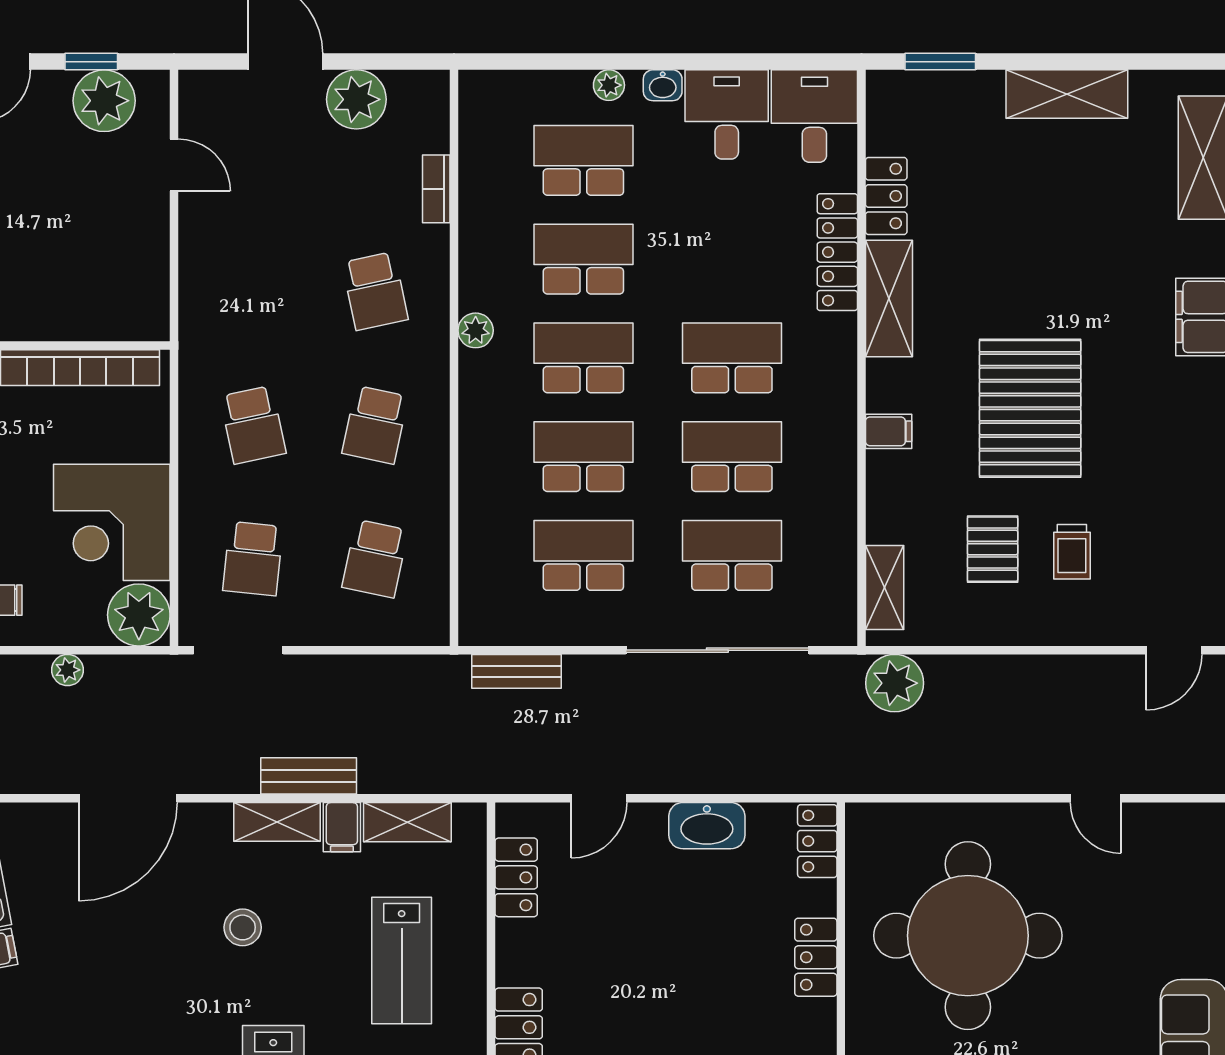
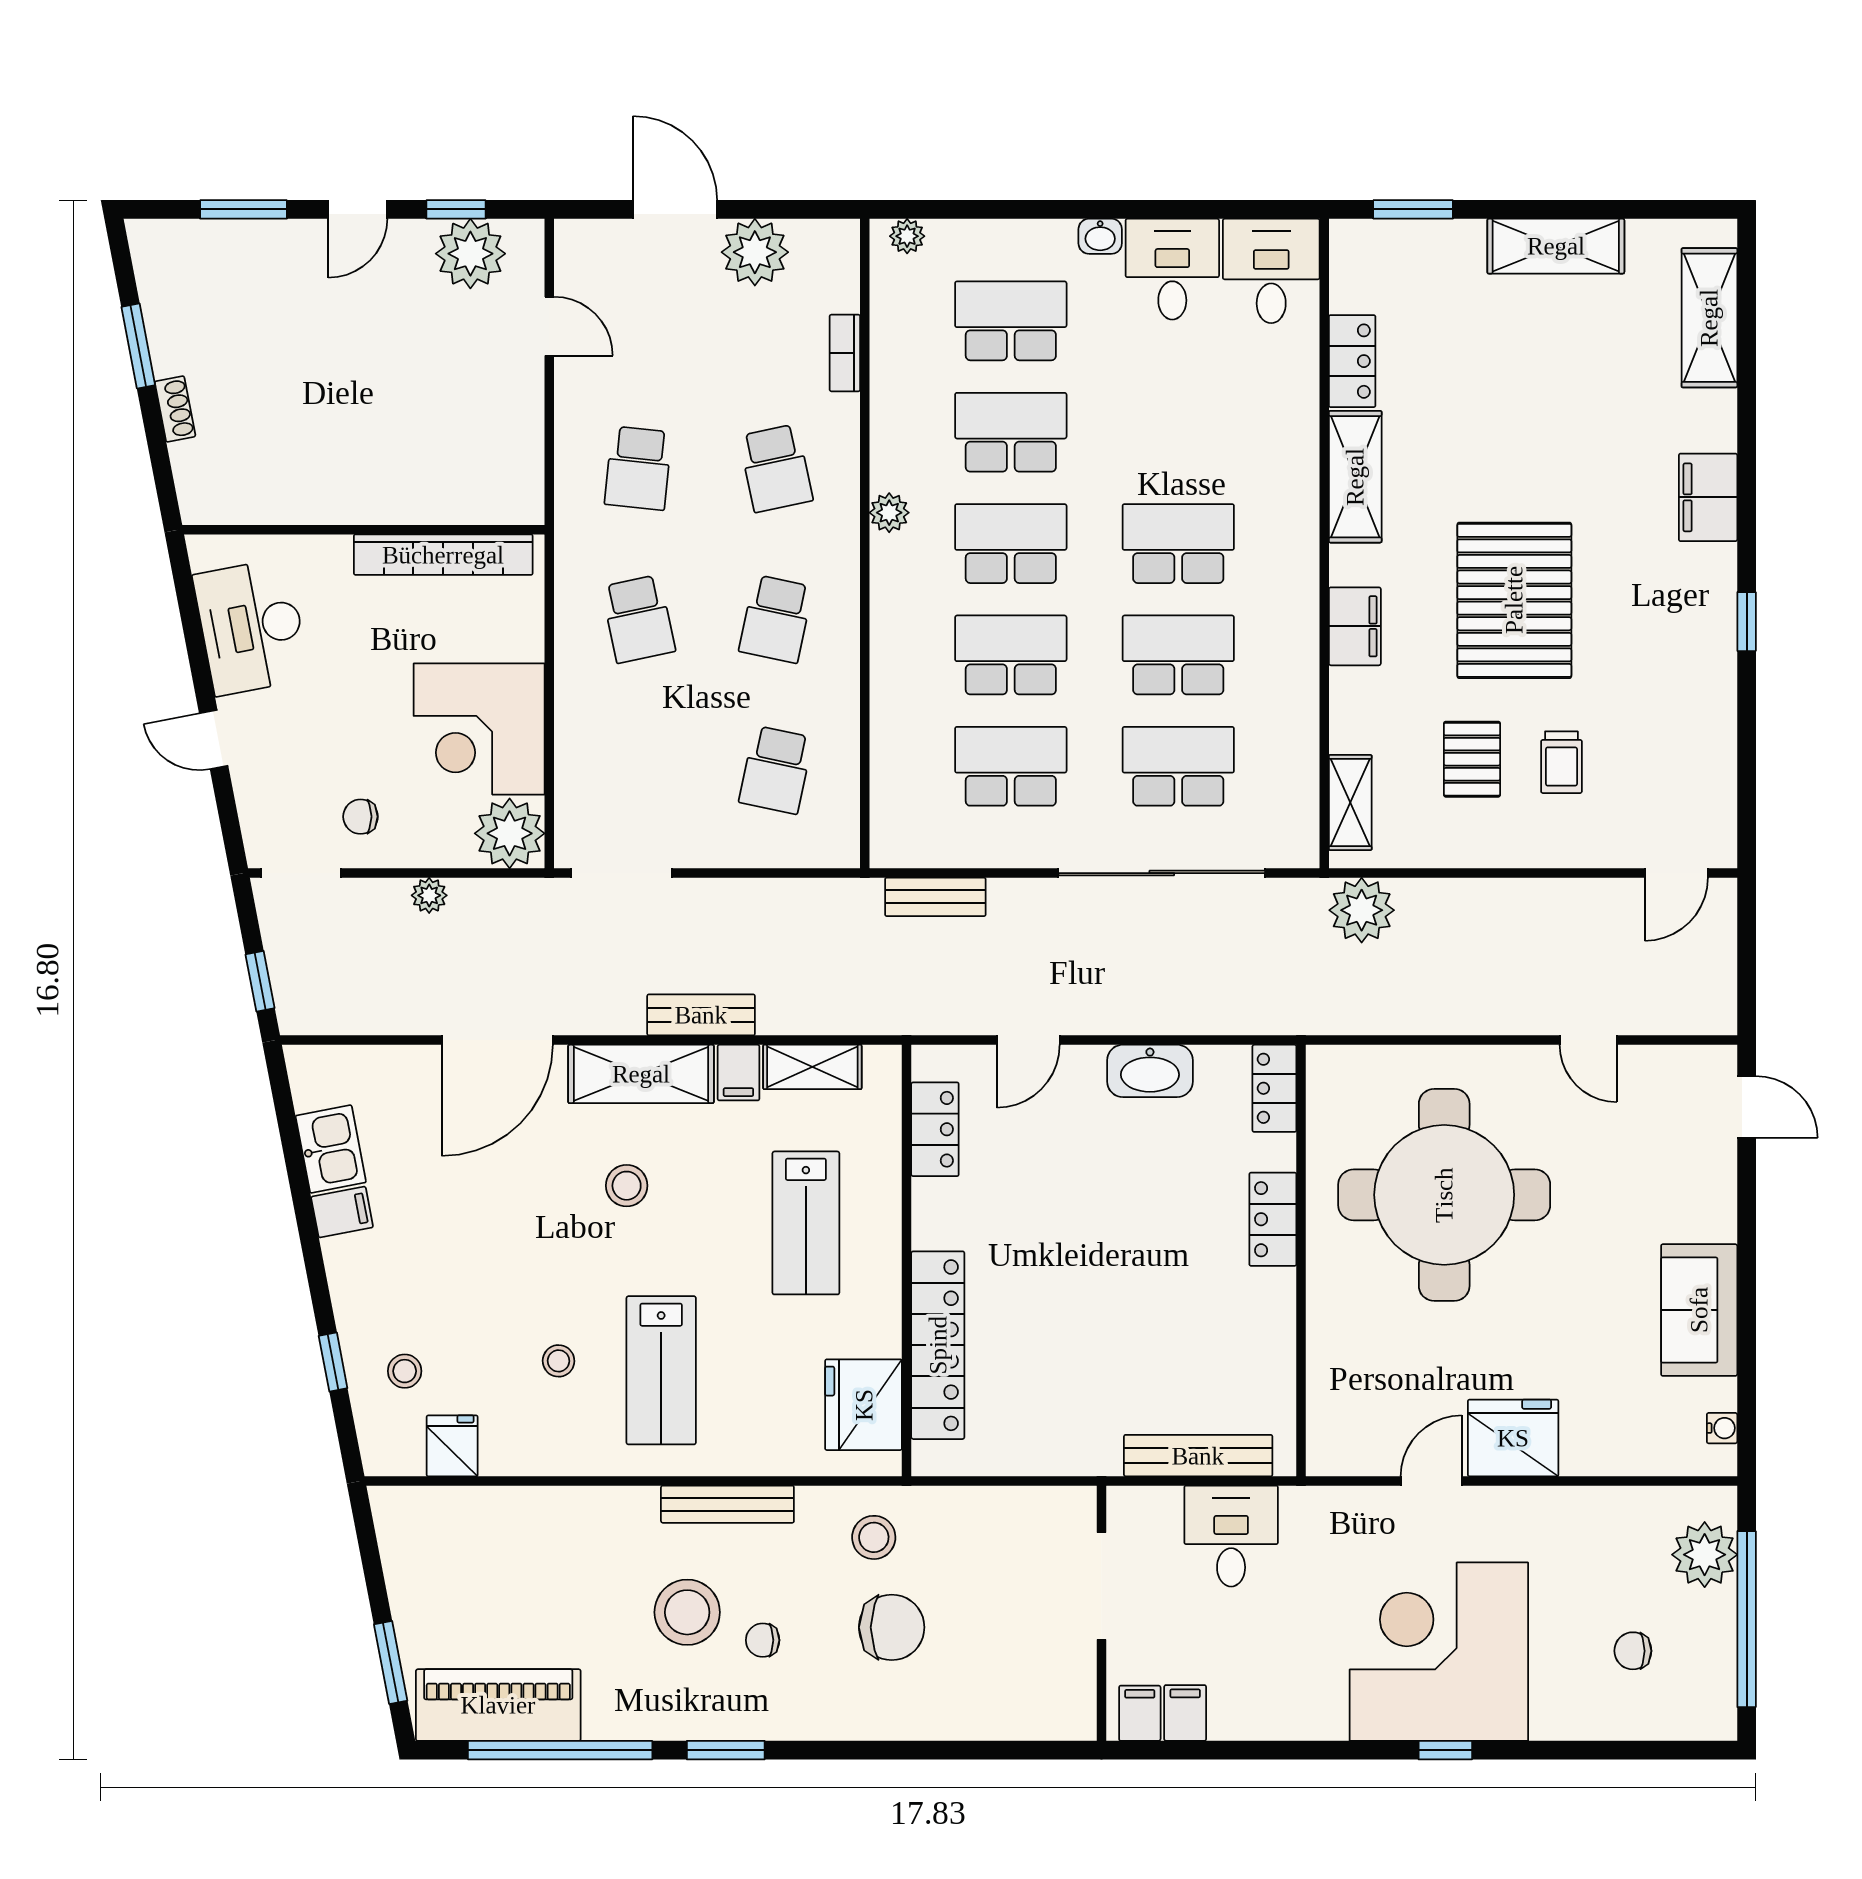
plant: (609, 85) -> (907, 236), moved
locker: (837, 252) -> (1297, 424), removed
filing cabinet: (889, 431) -> (1355, 626), width x2.00
school desk: (253, 559) -> (638, 468), moved
shelving: (277, 822) -> (641, 1074), width x1.50, depth x1.33

